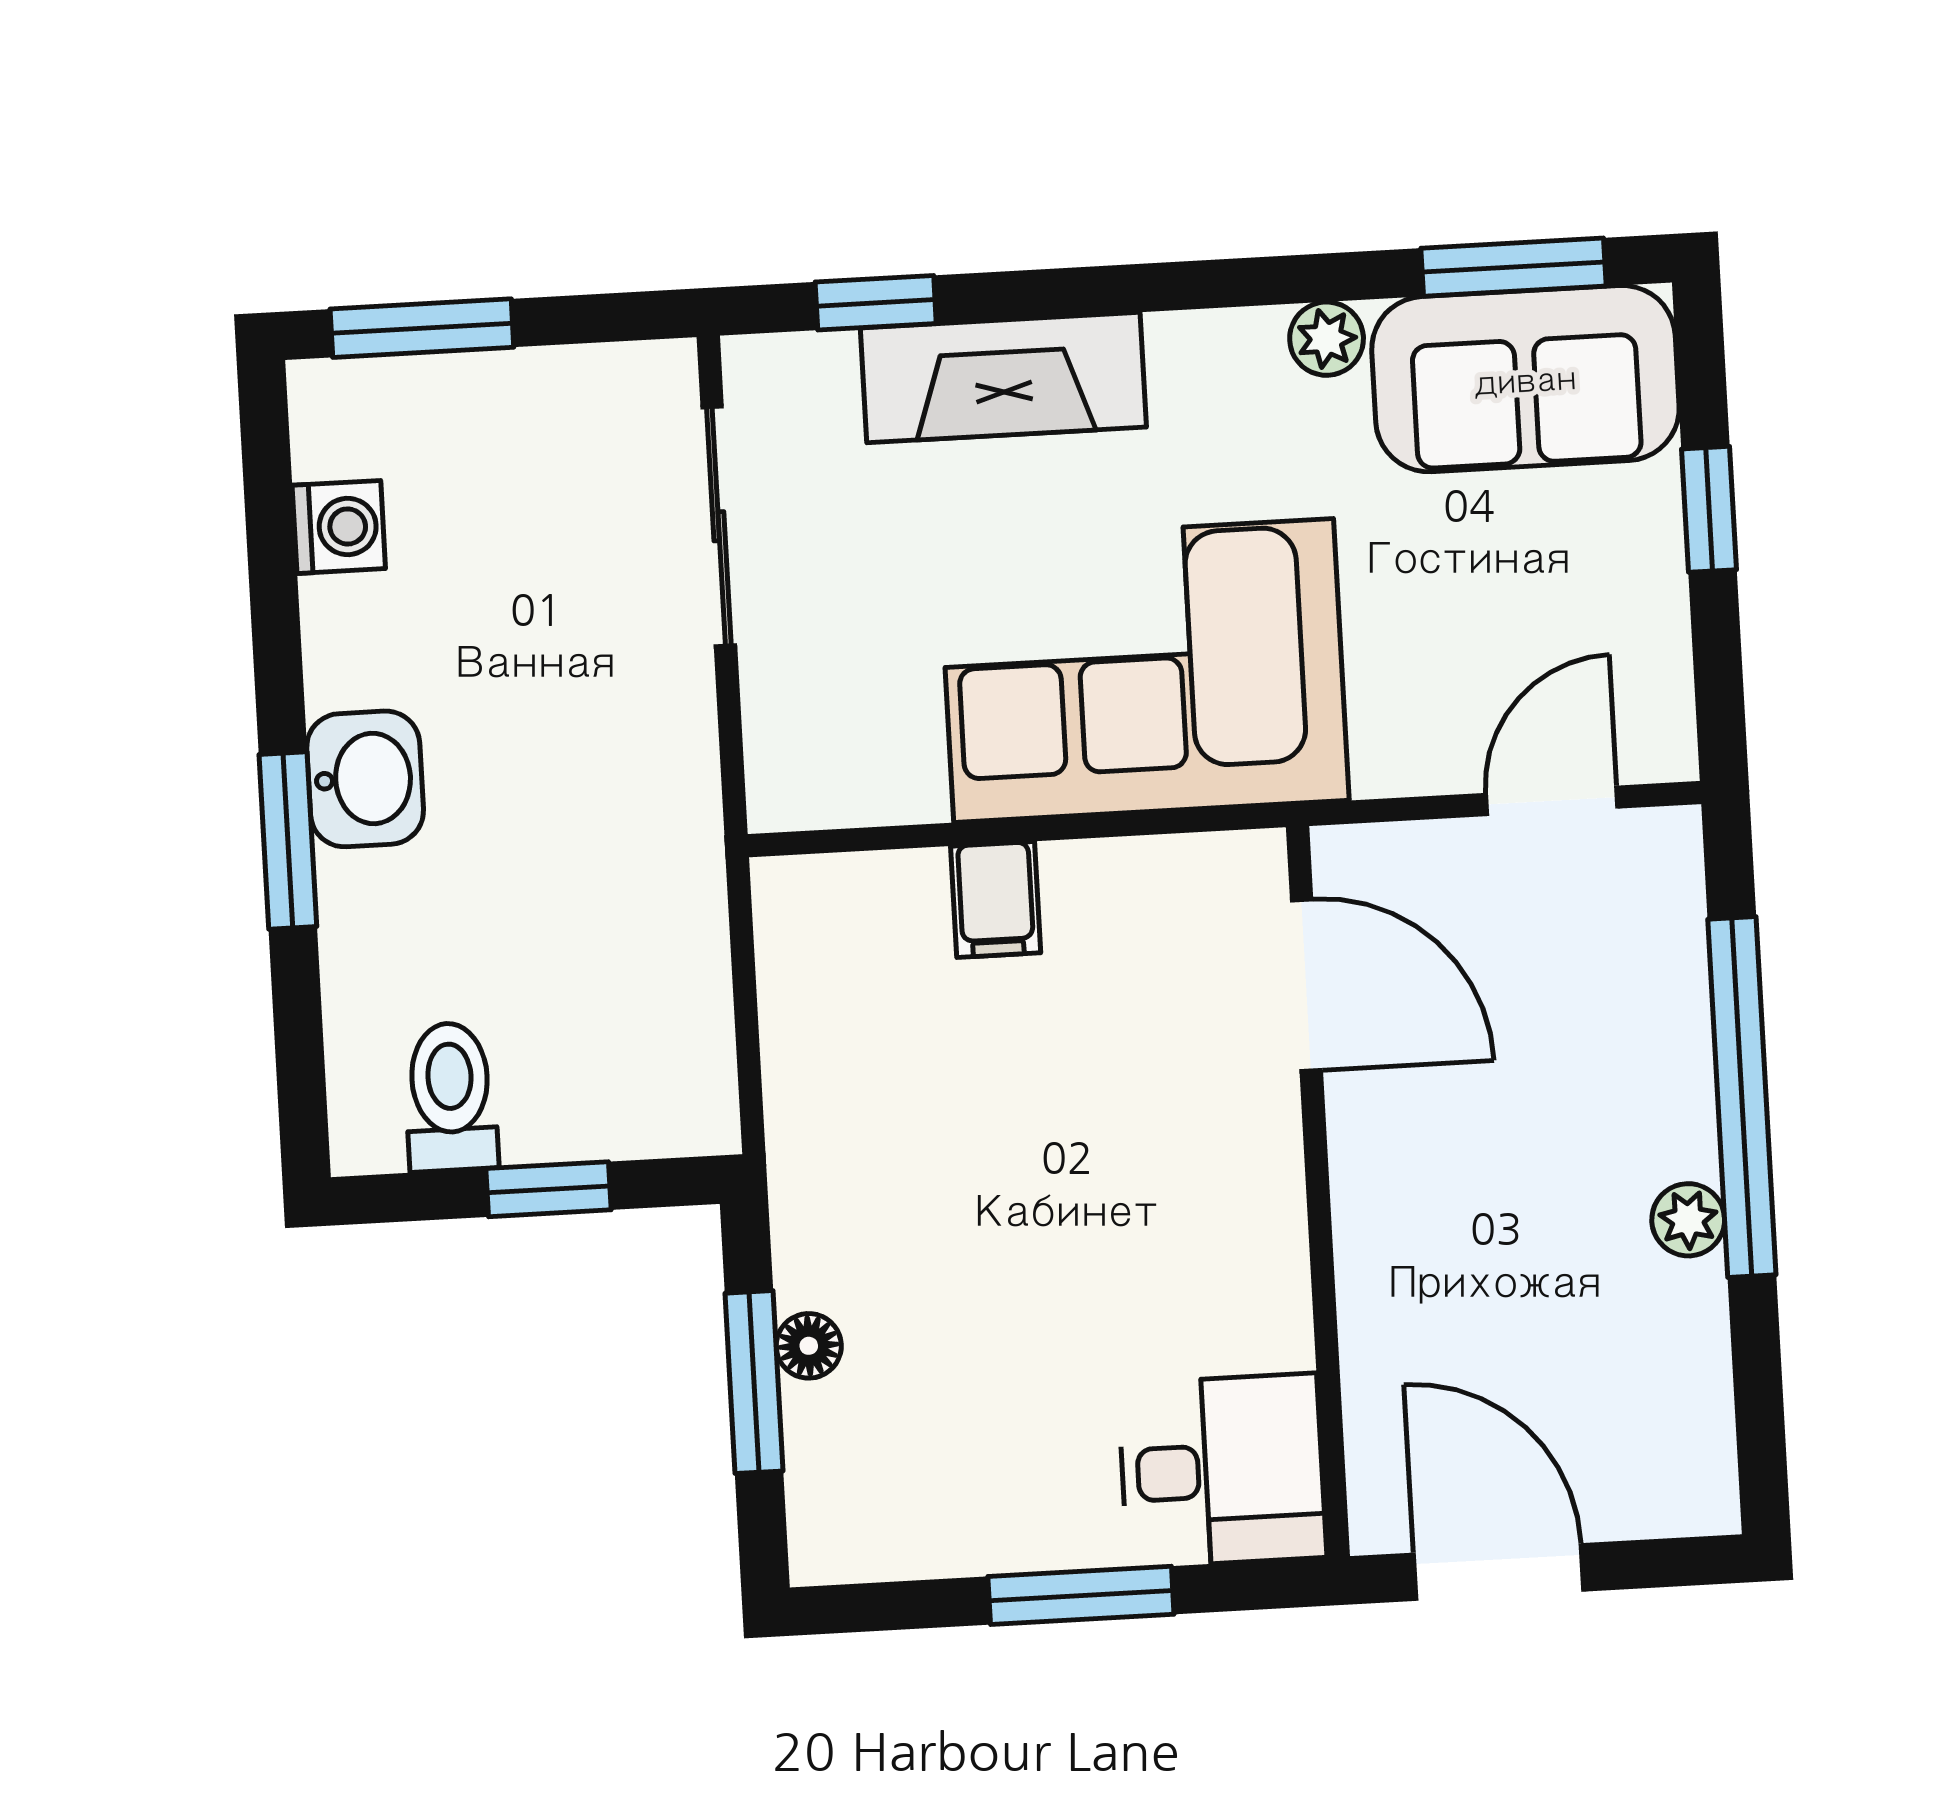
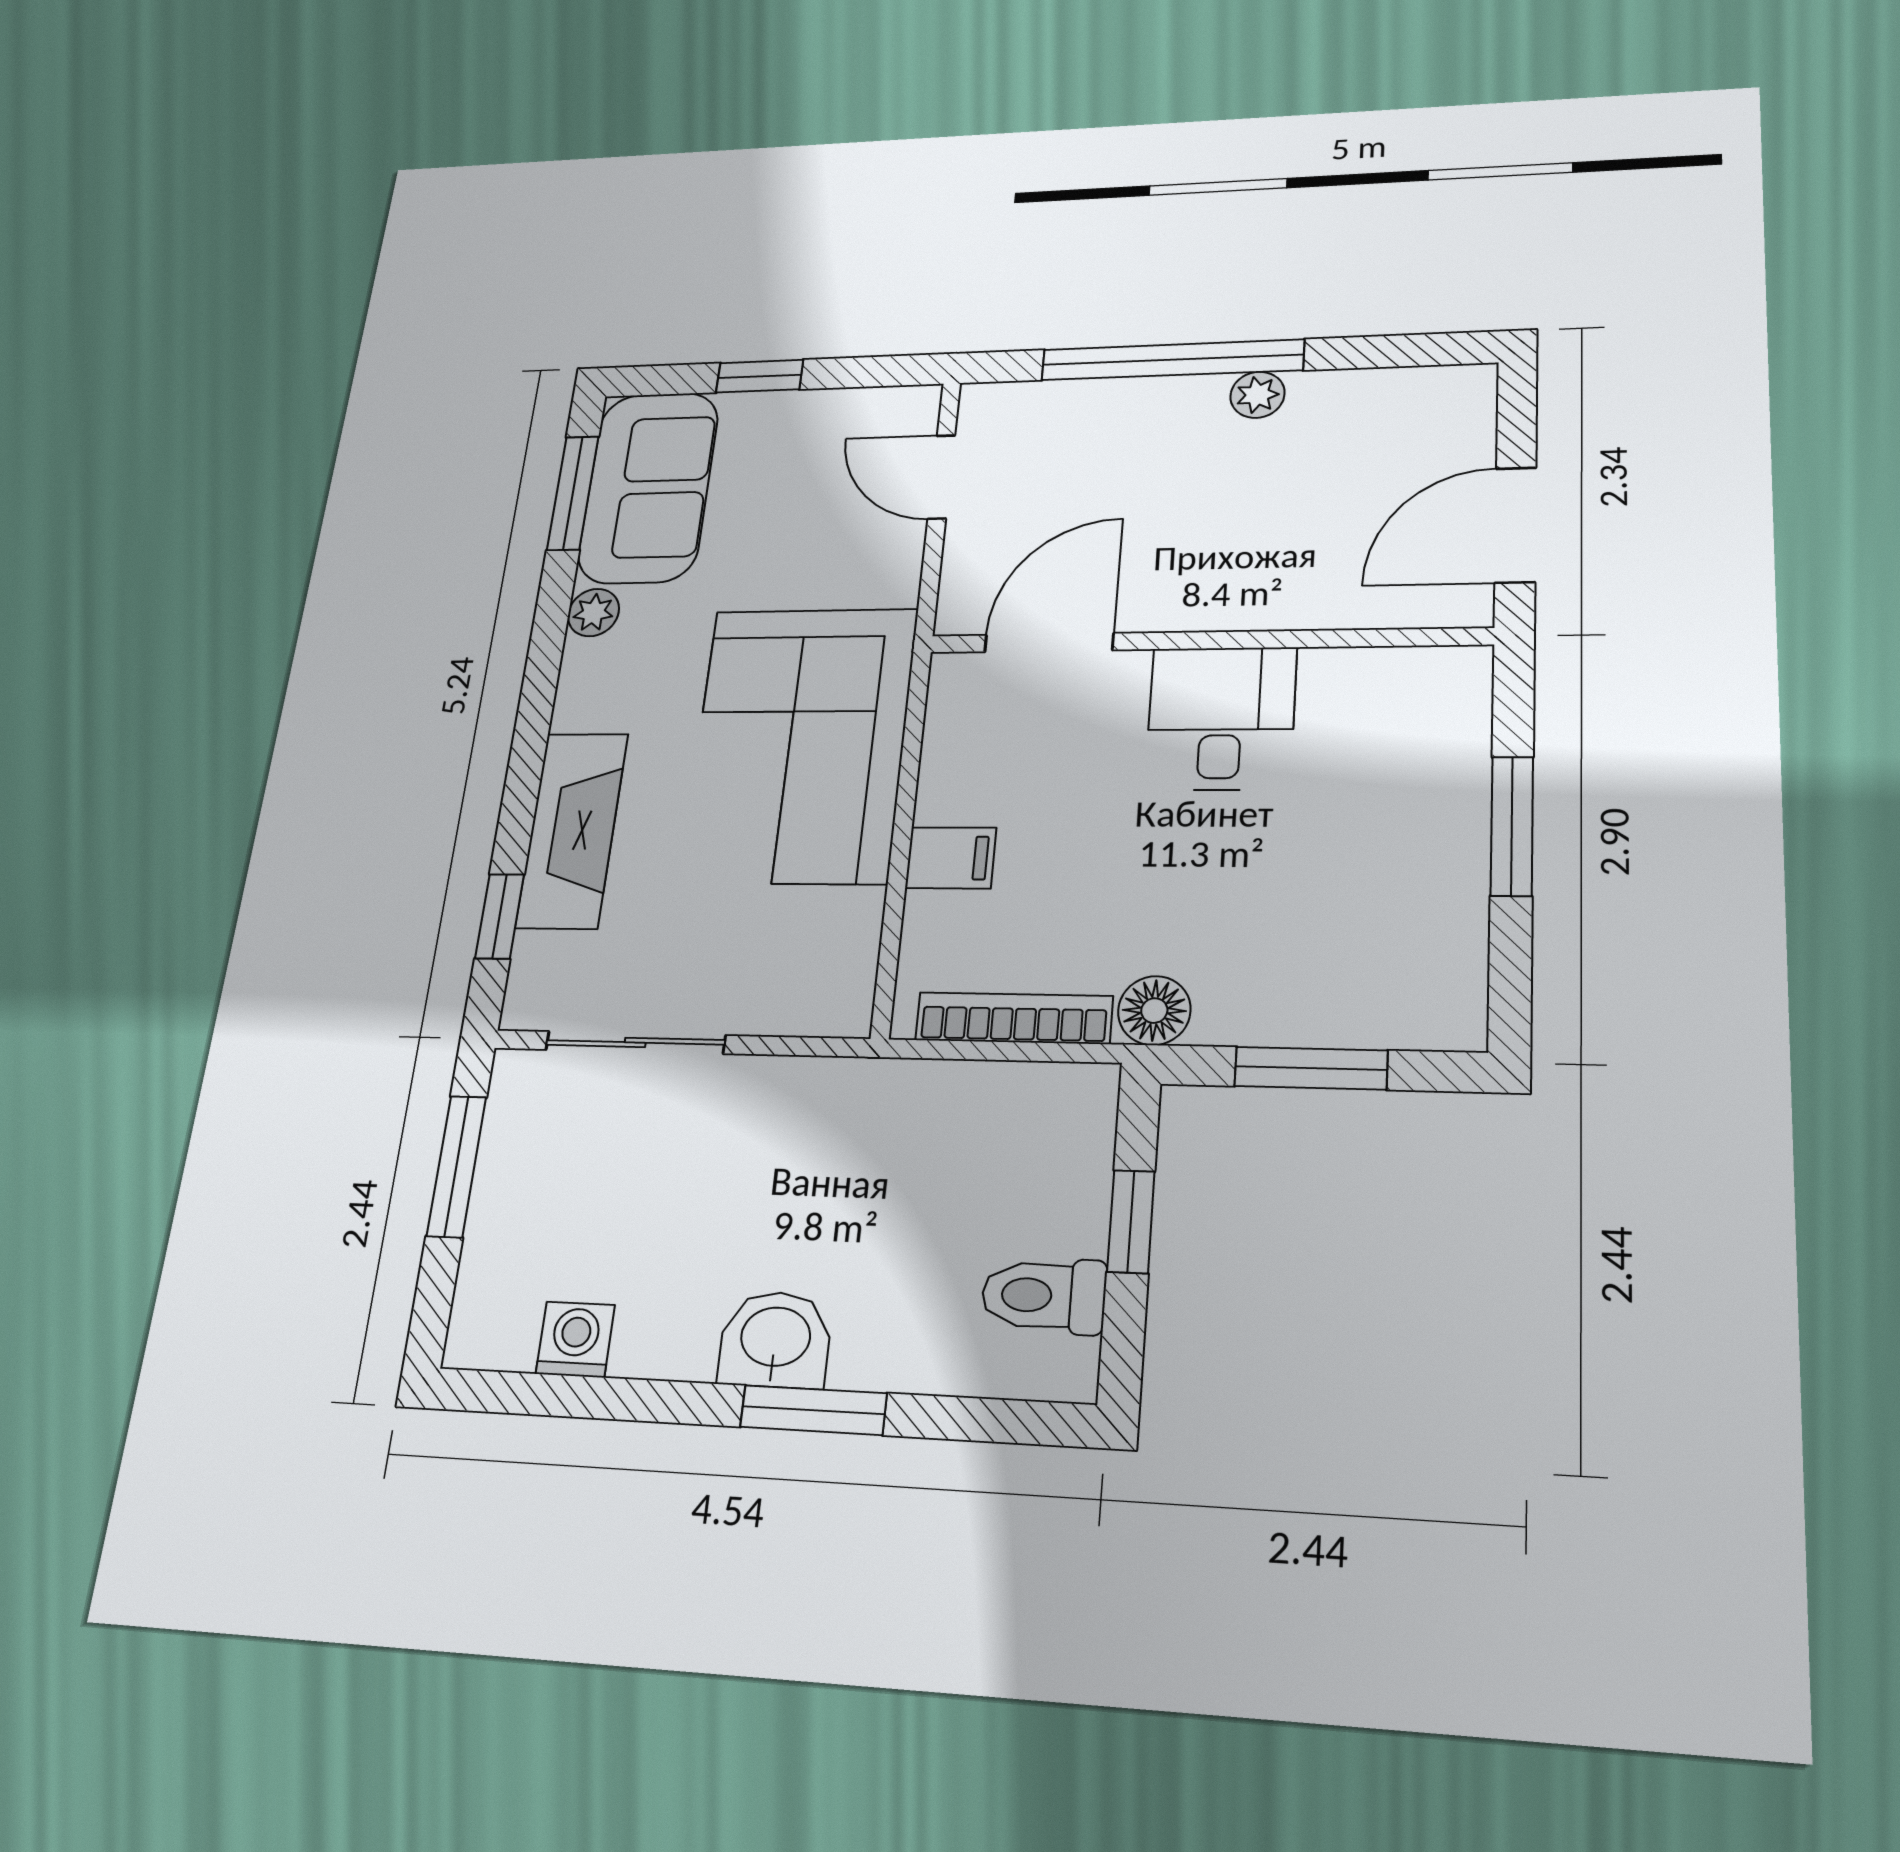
window: (422, 328) -> (457, 1166), moved
bookcase: (789, 1012) -> (1014, 1018), added
floor lamp: (809, 1346) -> (1154, 1011), moved, width x1.37, depth x1.37
desk: (1222, 1471) -> (1221, 718), moved

